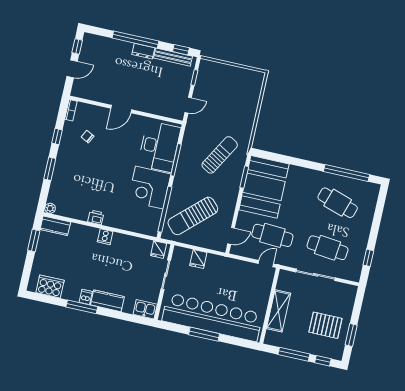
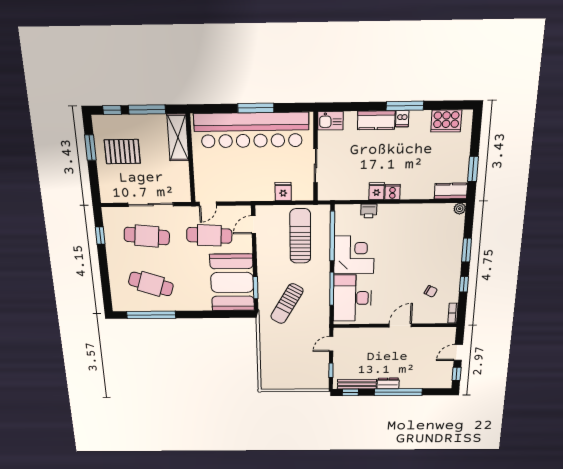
sun lounger: (193, 216) -> (300, 236), turned -47
printer: (96, 217) -> (369, 211), moved
fridge: (159, 250) -> (377, 191), moved
shelving: (279, 311) -> (178, 137), moved

